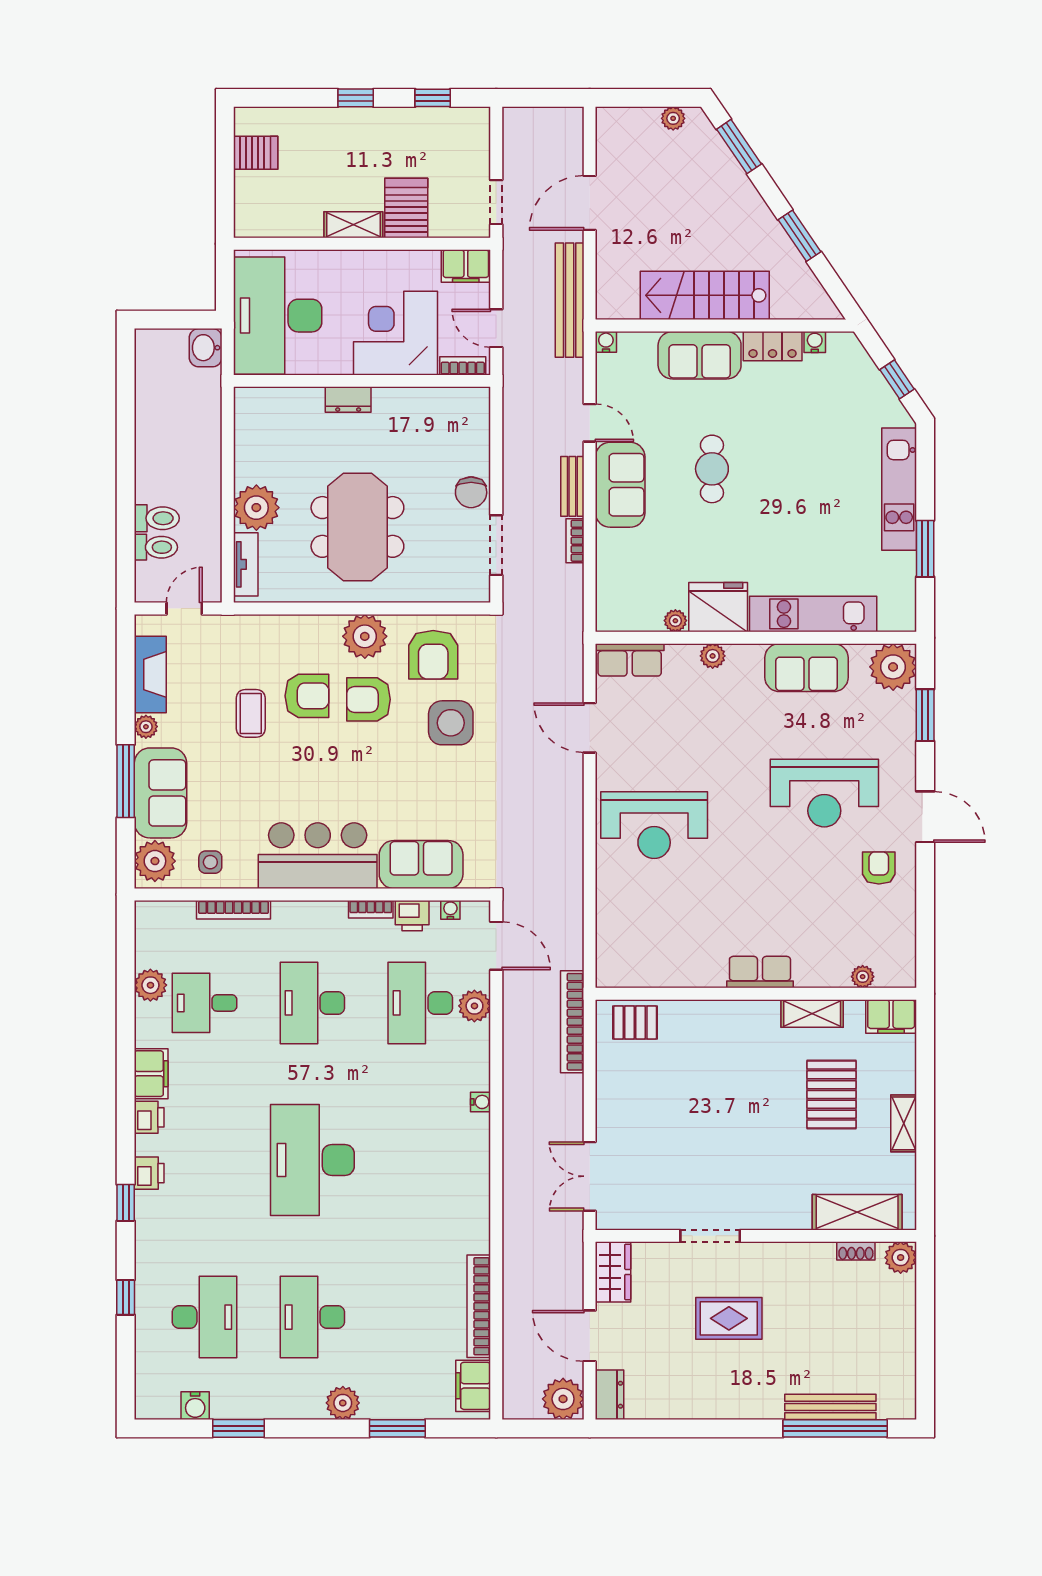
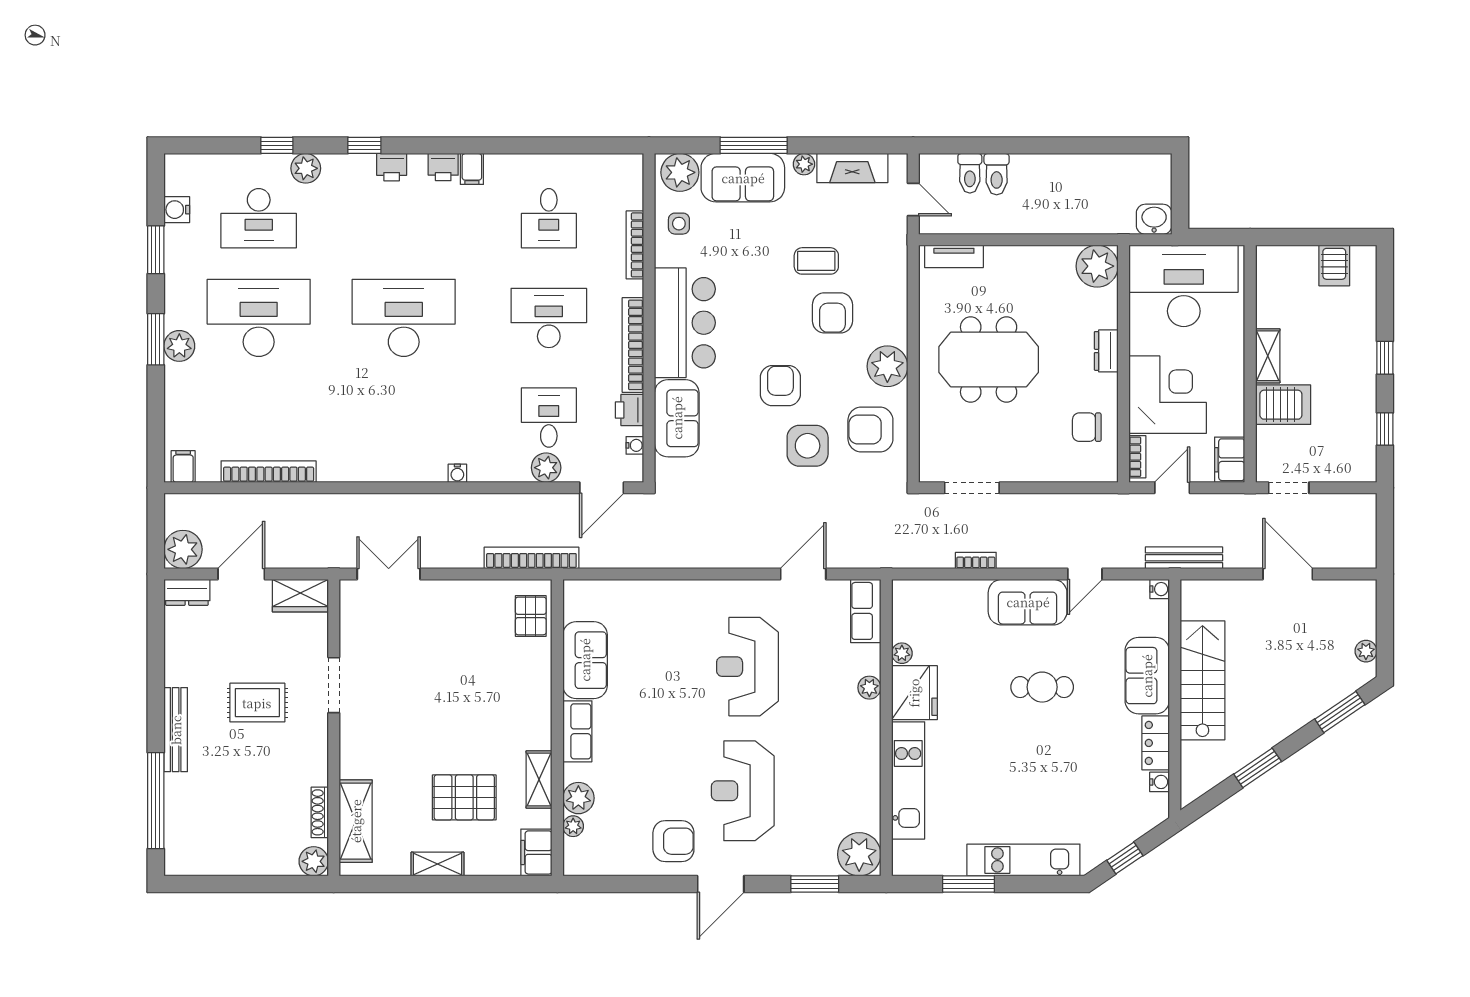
bench: (570, 300) -> (1184, 558), width x0.73, depth x0.82
bench: (572, 486) -> (1026, 558), removed
chair: (471, 492) -> (1087, 427), moved
plant: (256, 508) -> (1097, 266), moved
sofa: (807, 668) -> (585, 660), moved, turned 180
armchair: (368, 699) -> (780, 386), moved
reception desk: (654, 825) -> (747, 667), moved
armchair: (879, 868) -> (673, 841), width x1.38, depth x1.38
bookcase: (371, 909) -> (633, 345), width x2.31, depth x1.31
plant: (832, 971) -> (578, 798), added
plant: (150, 985) -> (306, 168), moved
desk: (204, 1003) -> (549, 218), turned 180
desk: (420, 1003) -> (549, 418), width x0.73
filing cabinet: (151, 1074) -> (472, 169), width x0.50
shoe rack: (856, 1251) -> (320, 812), width x1.43
desk: (312, 1317) -> (259, 318), width x1.36, depth x1.30
rug: (729, 1318) -> (257, 703), turned 90
filing cabinet: (473, 1386) -> (183, 466), width x0.50
bench: (830, 1407) -> (176, 730), moved
window: (397, 1428) -> (156, 339), moved

